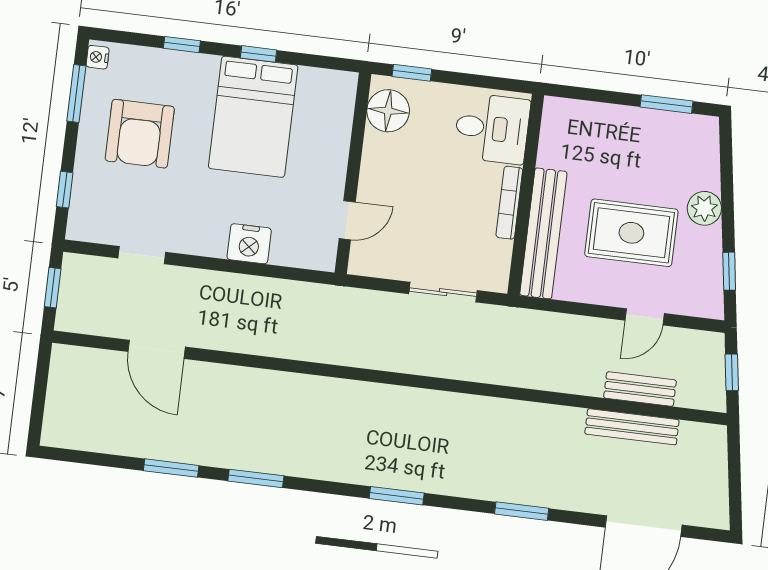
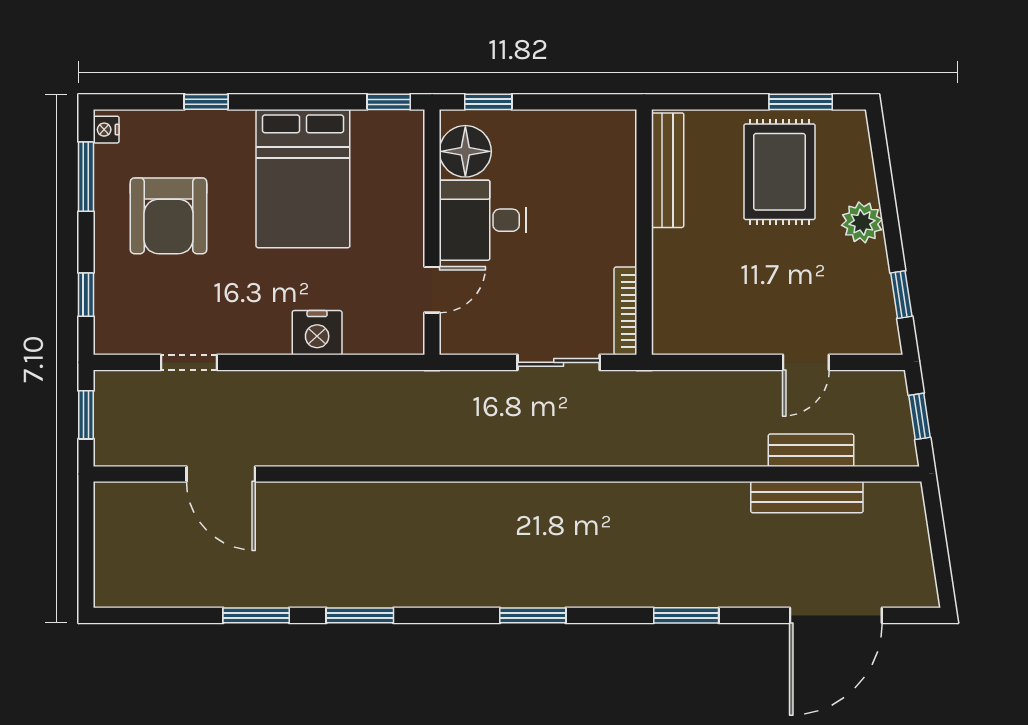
window: (258, 54) -> (389, 102), moved
desk: (492, 128) -> (483, 220), moved, turned 180
bookcase: (509, 203) -> (625, 311), moved
bench: (543, 233) -> (668, 170), moved, width x0.73, depth x0.82
rug: (631, 233) -> (779, 172), moved, turned 90

